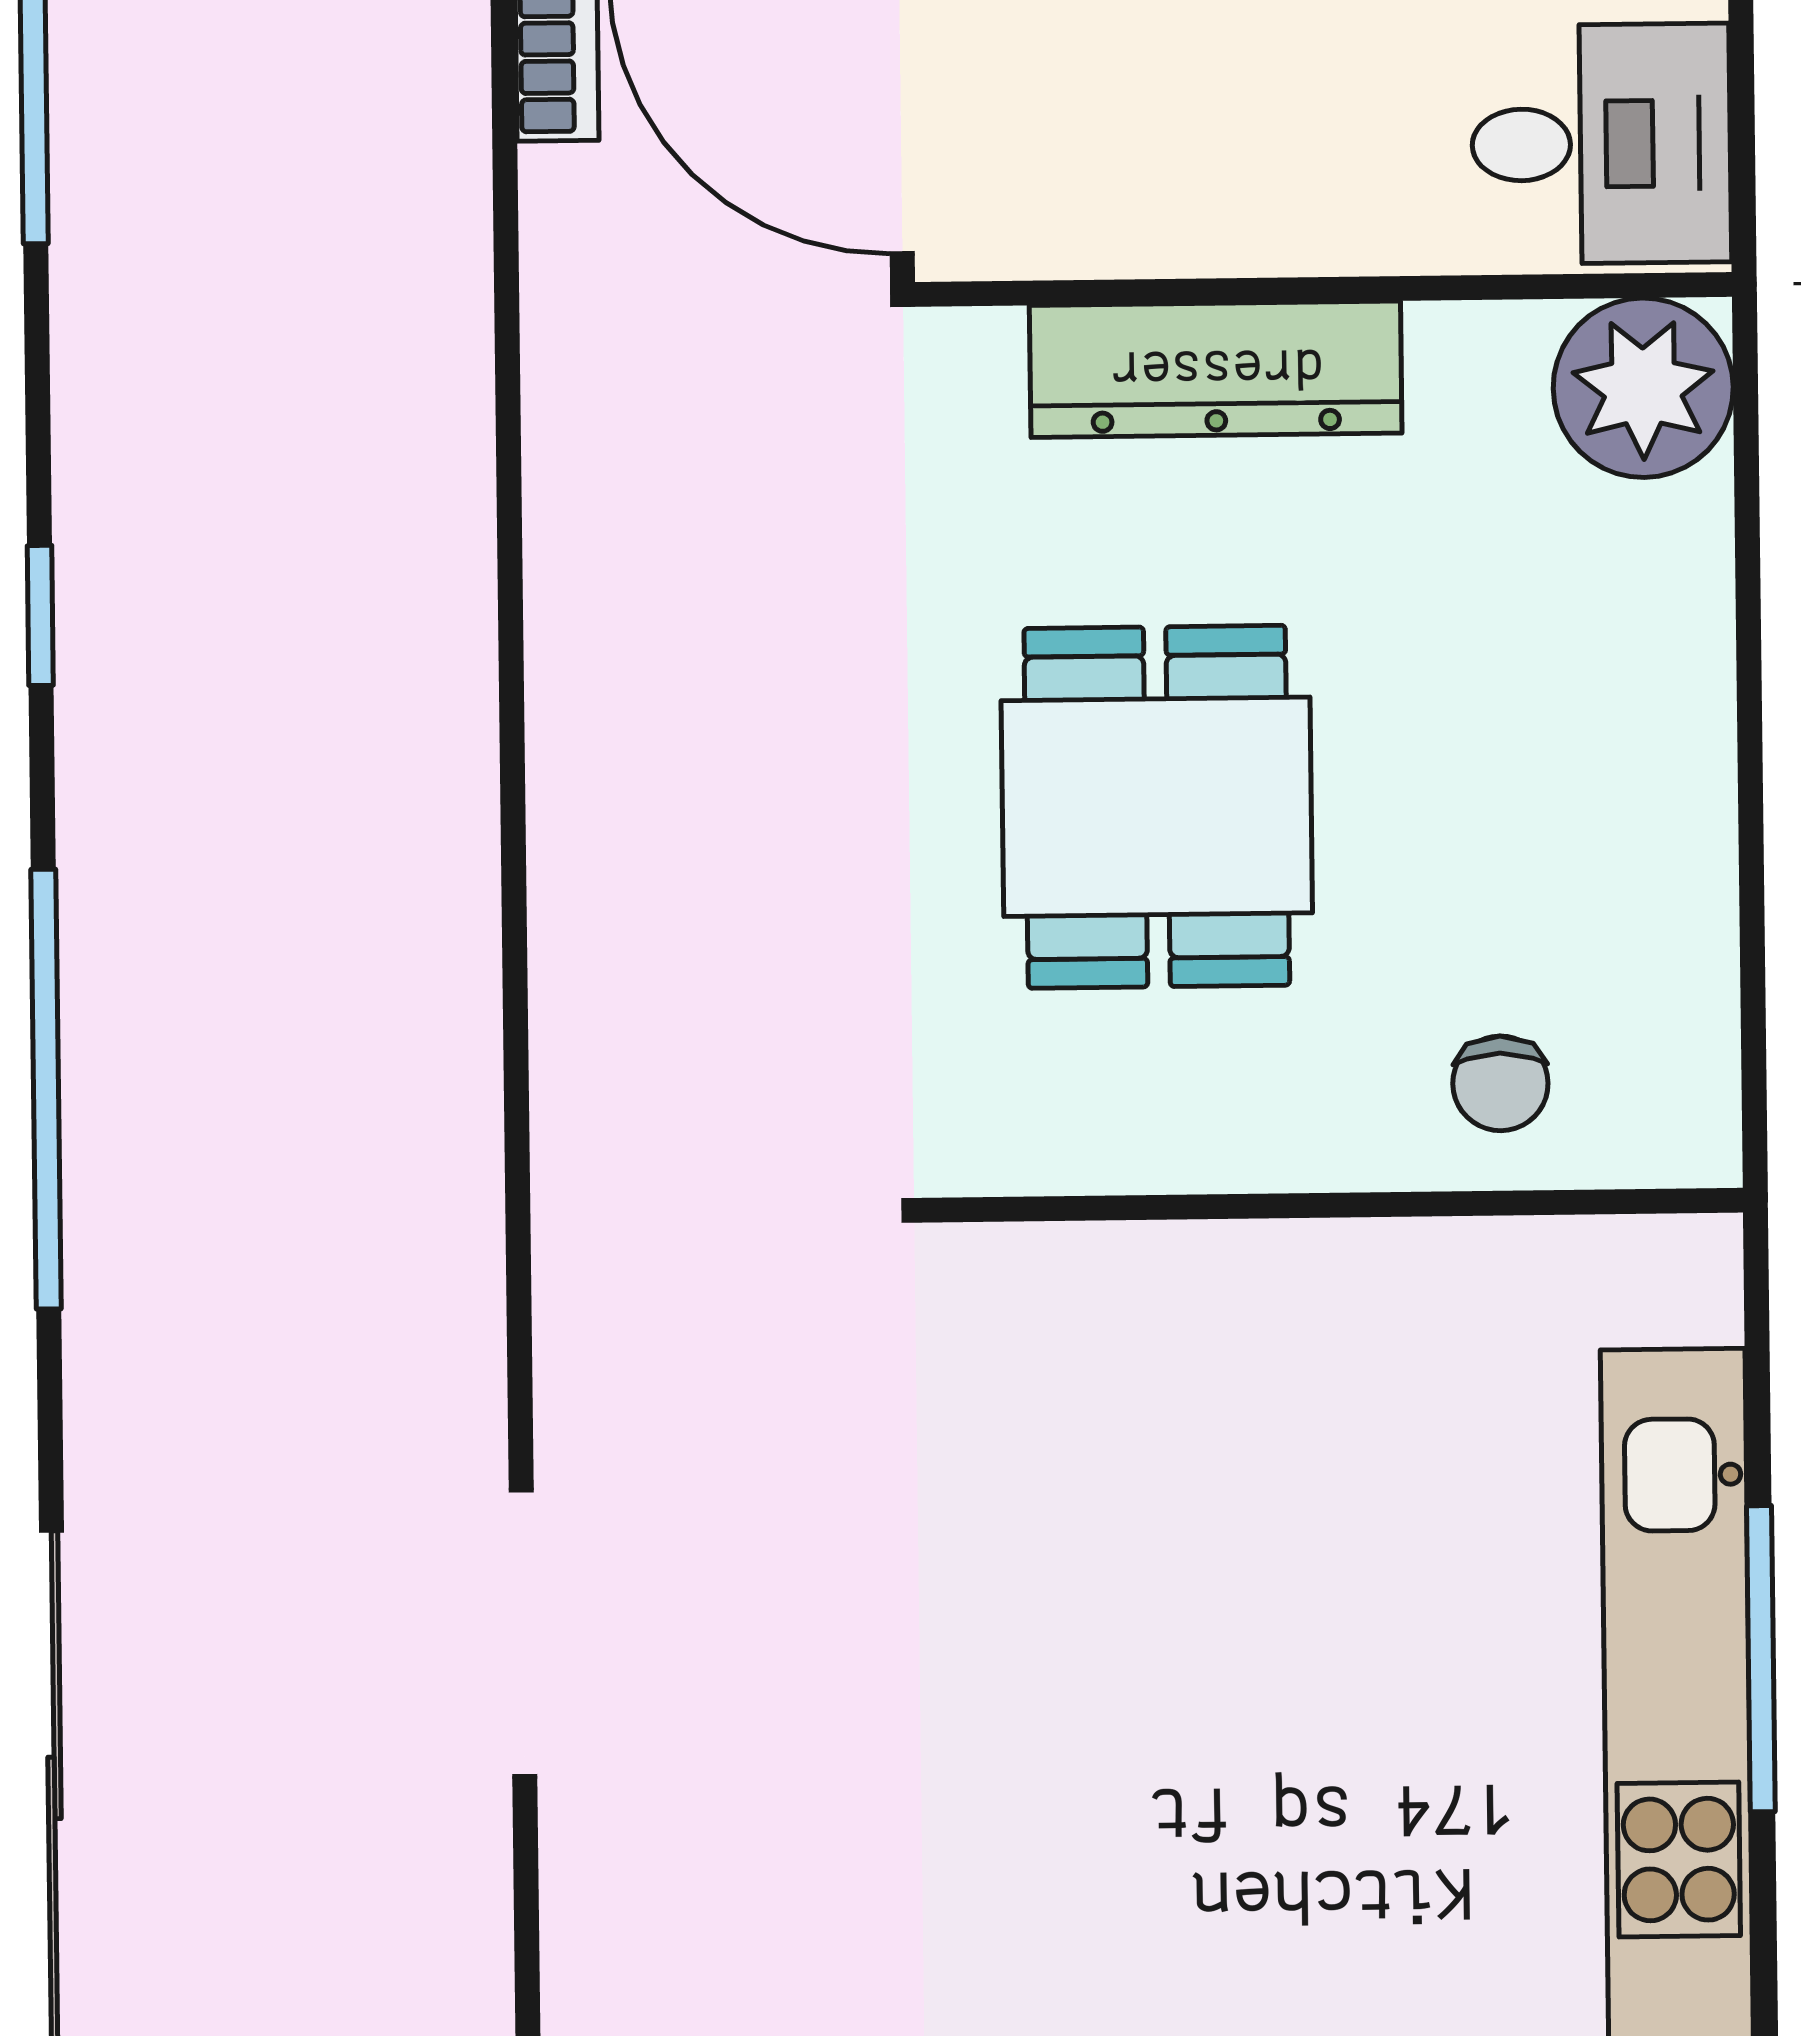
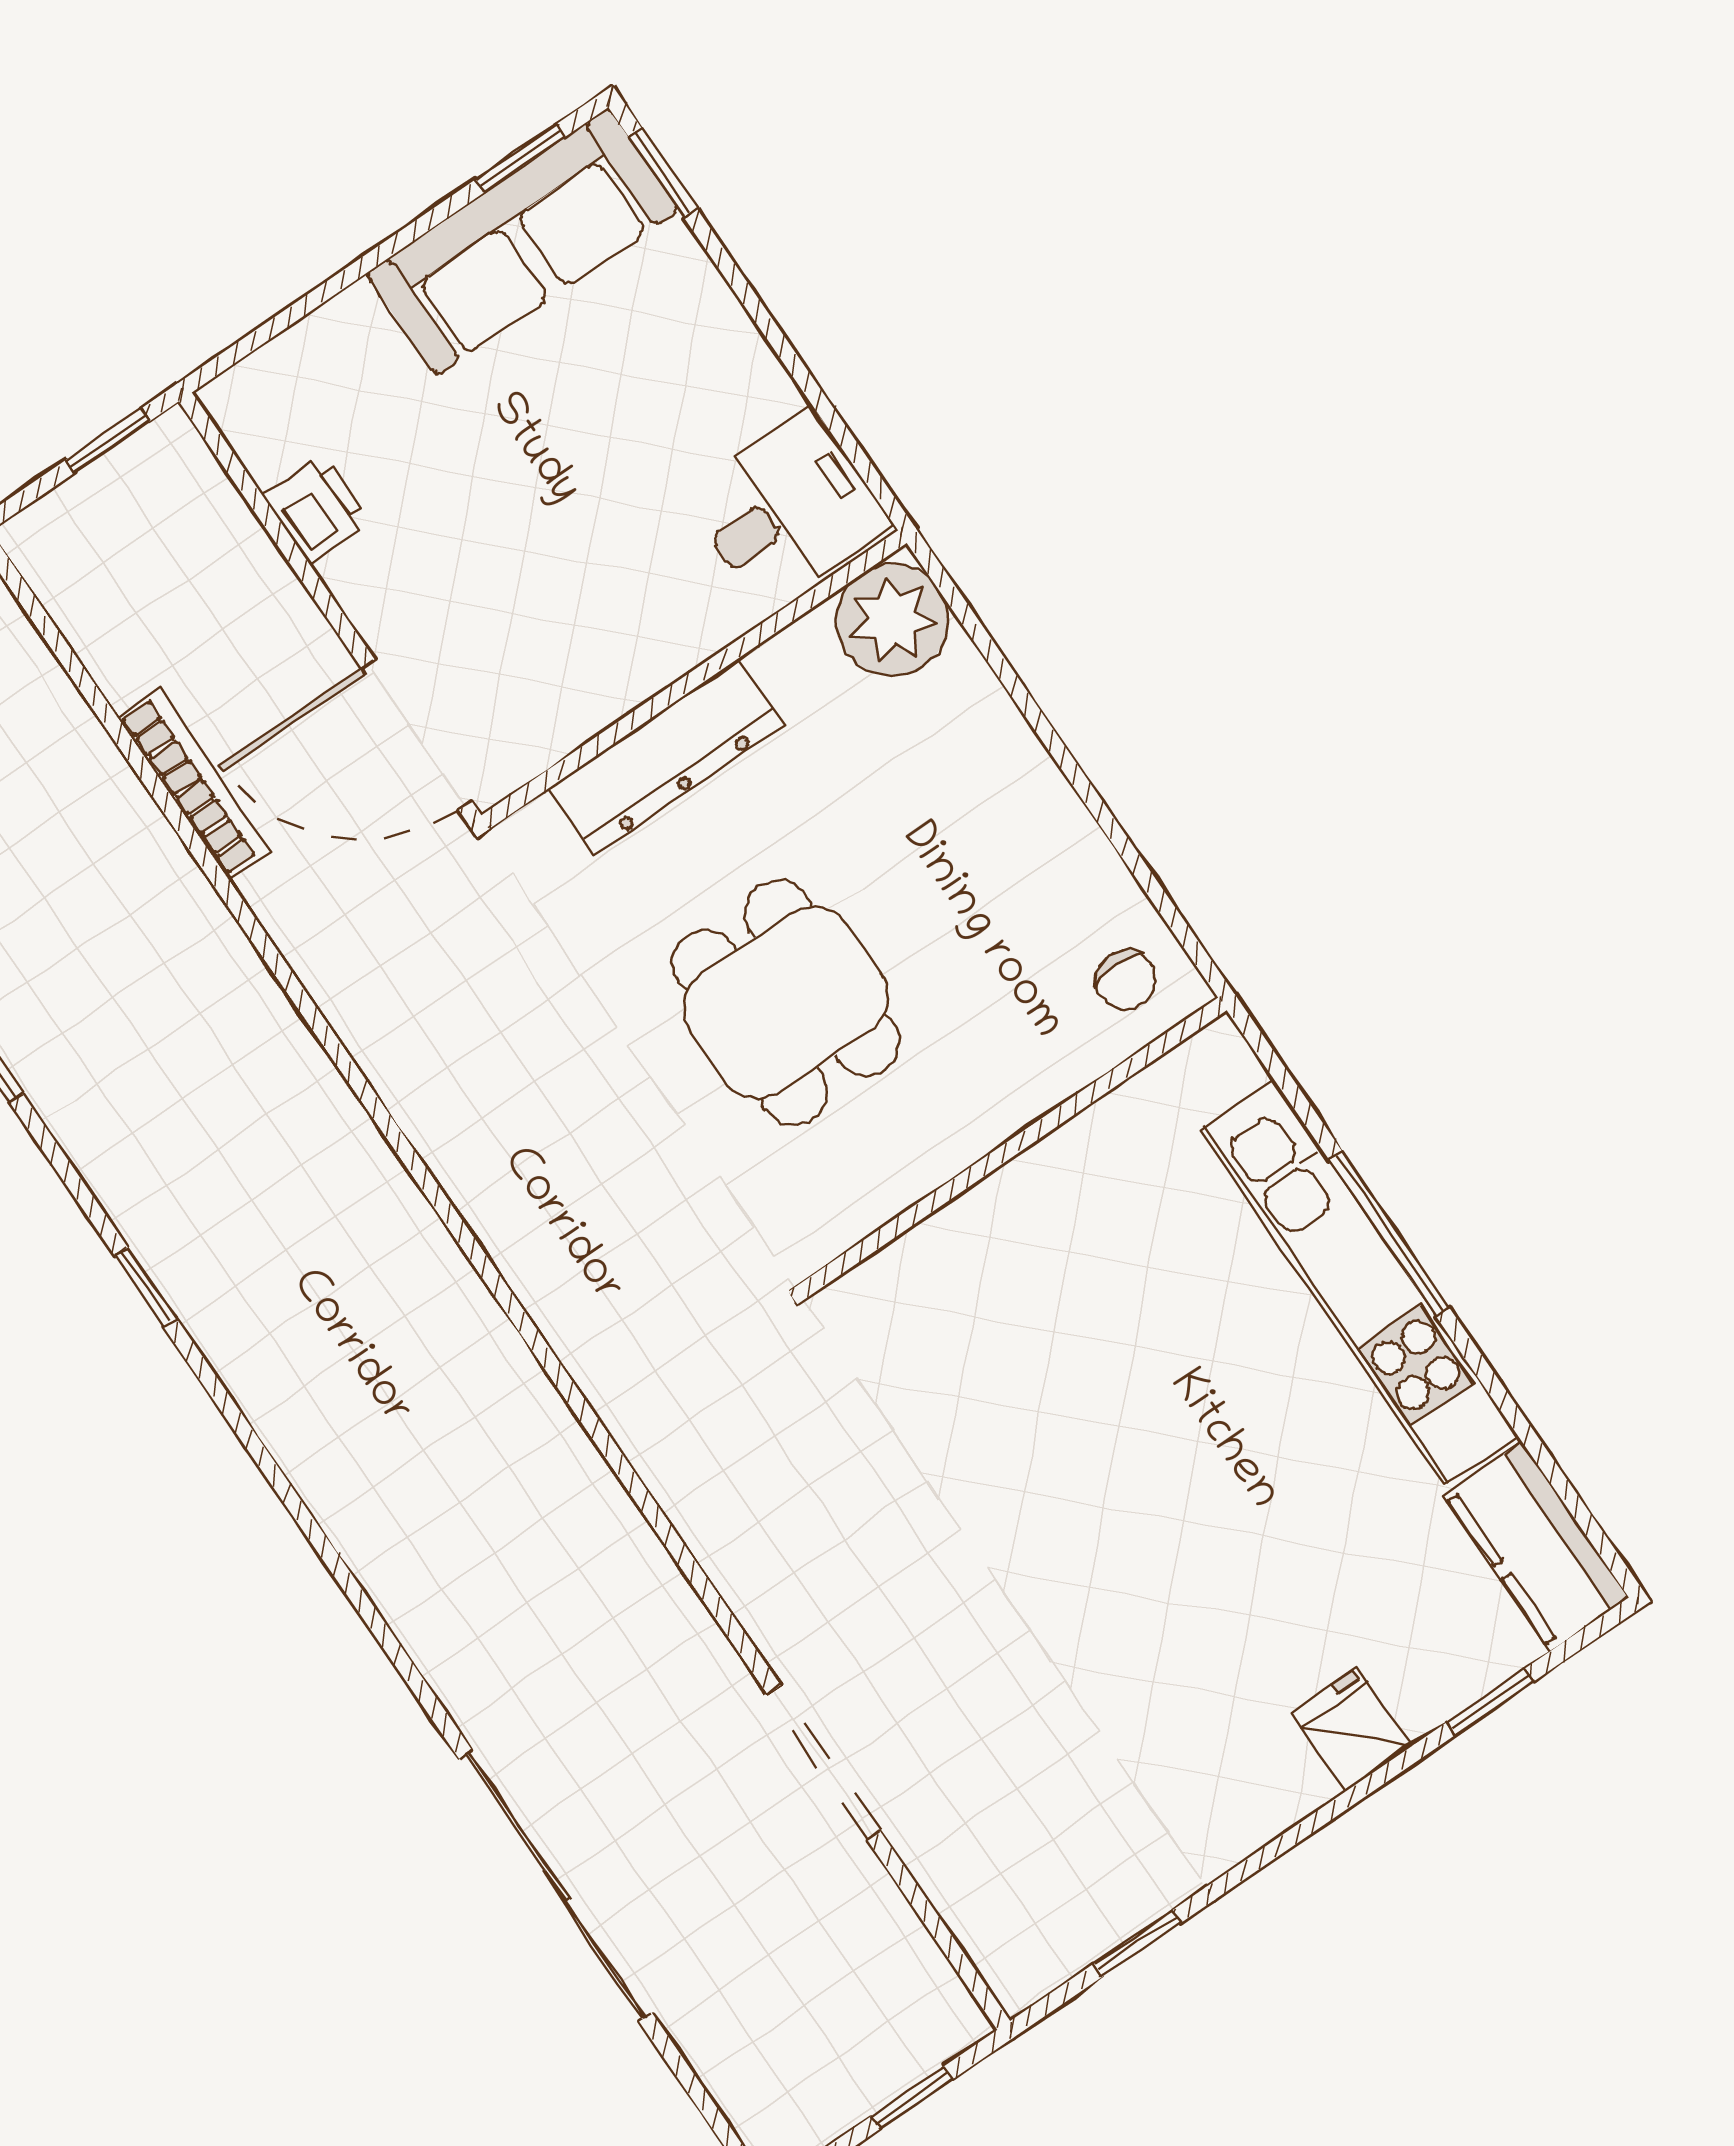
chair: (1500, 1083) -> (1126, 980), moved
window: (46, 1089) -> (311, 1529), removed
doorway: (523, 1633) -> (824, 1763), moved

